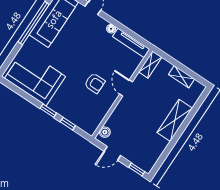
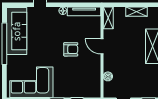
armchair: (95, 83) -> (71, 49), moved
boiler: (105, 132) -> (108, 76), moved

